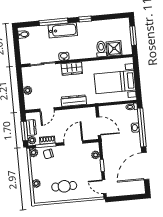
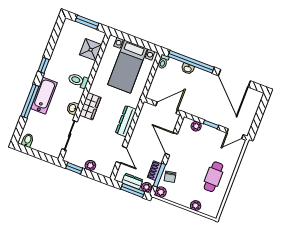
toilet: (101, 49) -> (78, 81), moved
window: (20, 79) -> (74, 168), added

